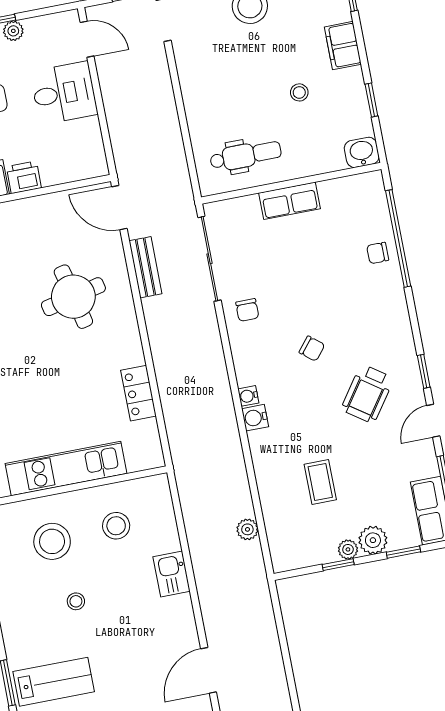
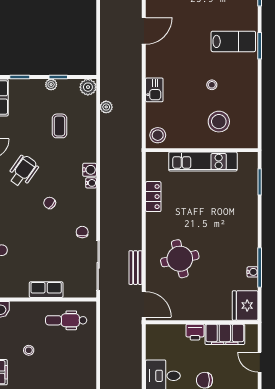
stool: (116, 526) -> (158, 135), moved
plant: (373, 540) -> (88, 87), moved
lab bench: (54, 682) -> (233, 41), turned 180

